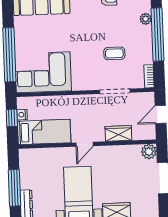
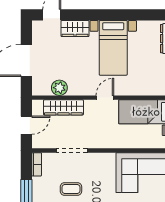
wardrobe: (118, 133) -> (63, 107), width x1.50
plant: (149, 152) -> (59, 88), moved

